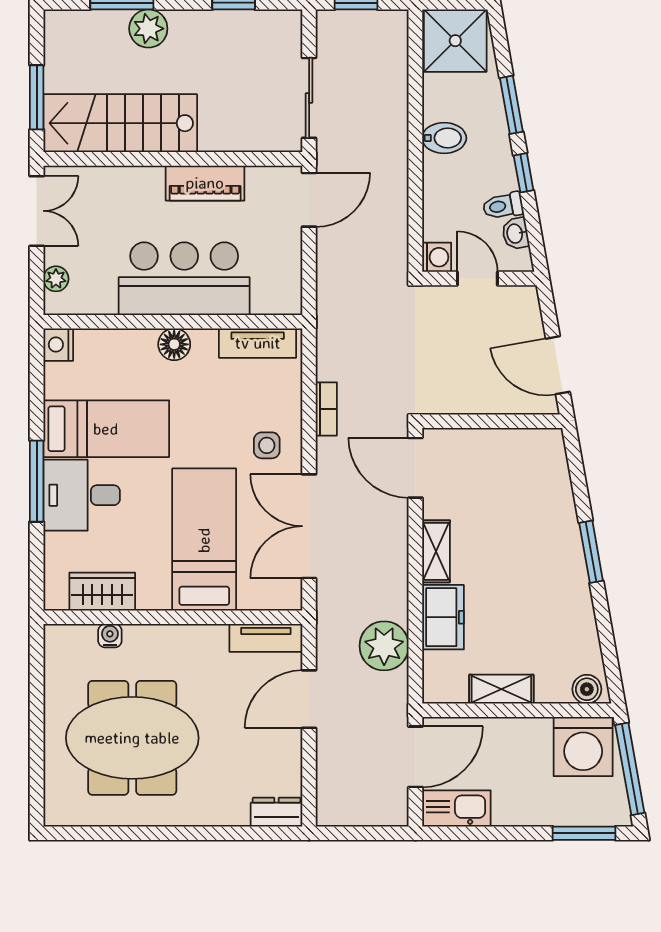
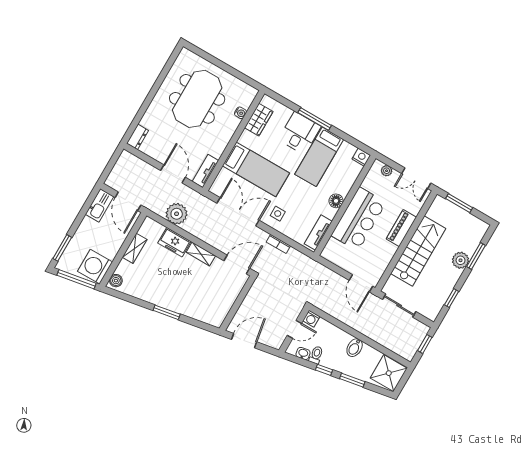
stairs: (120, 123) -> (418, 251), moved
piano: (205, 183) -> (401, 228), moved

